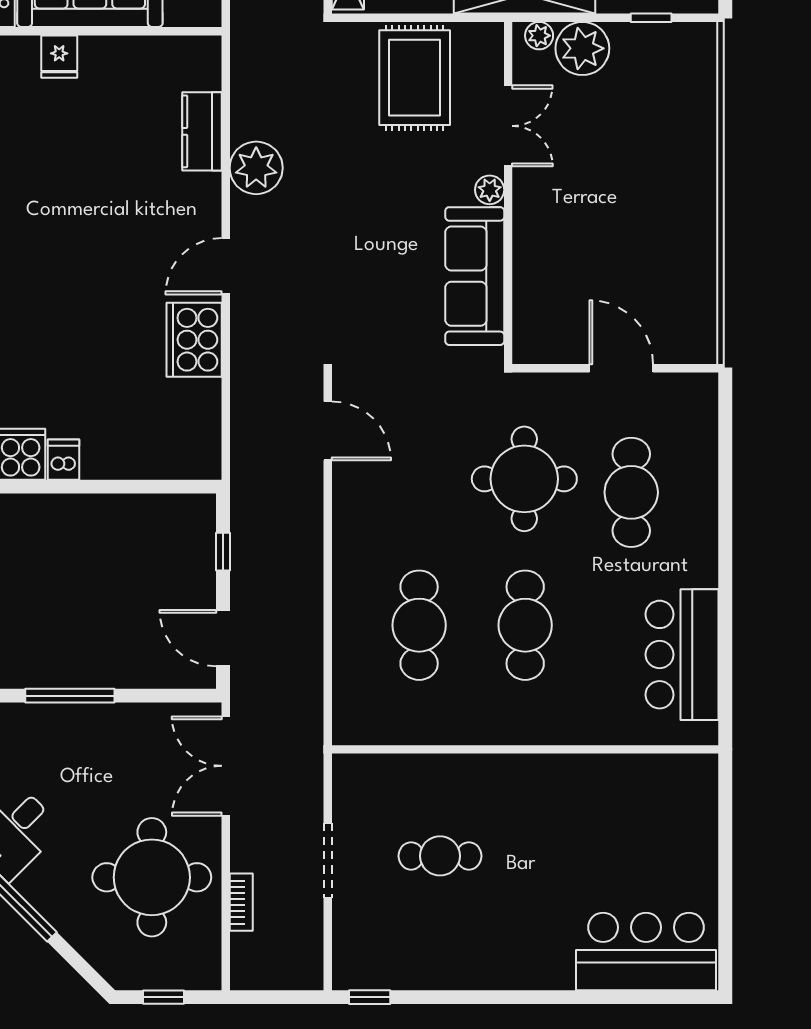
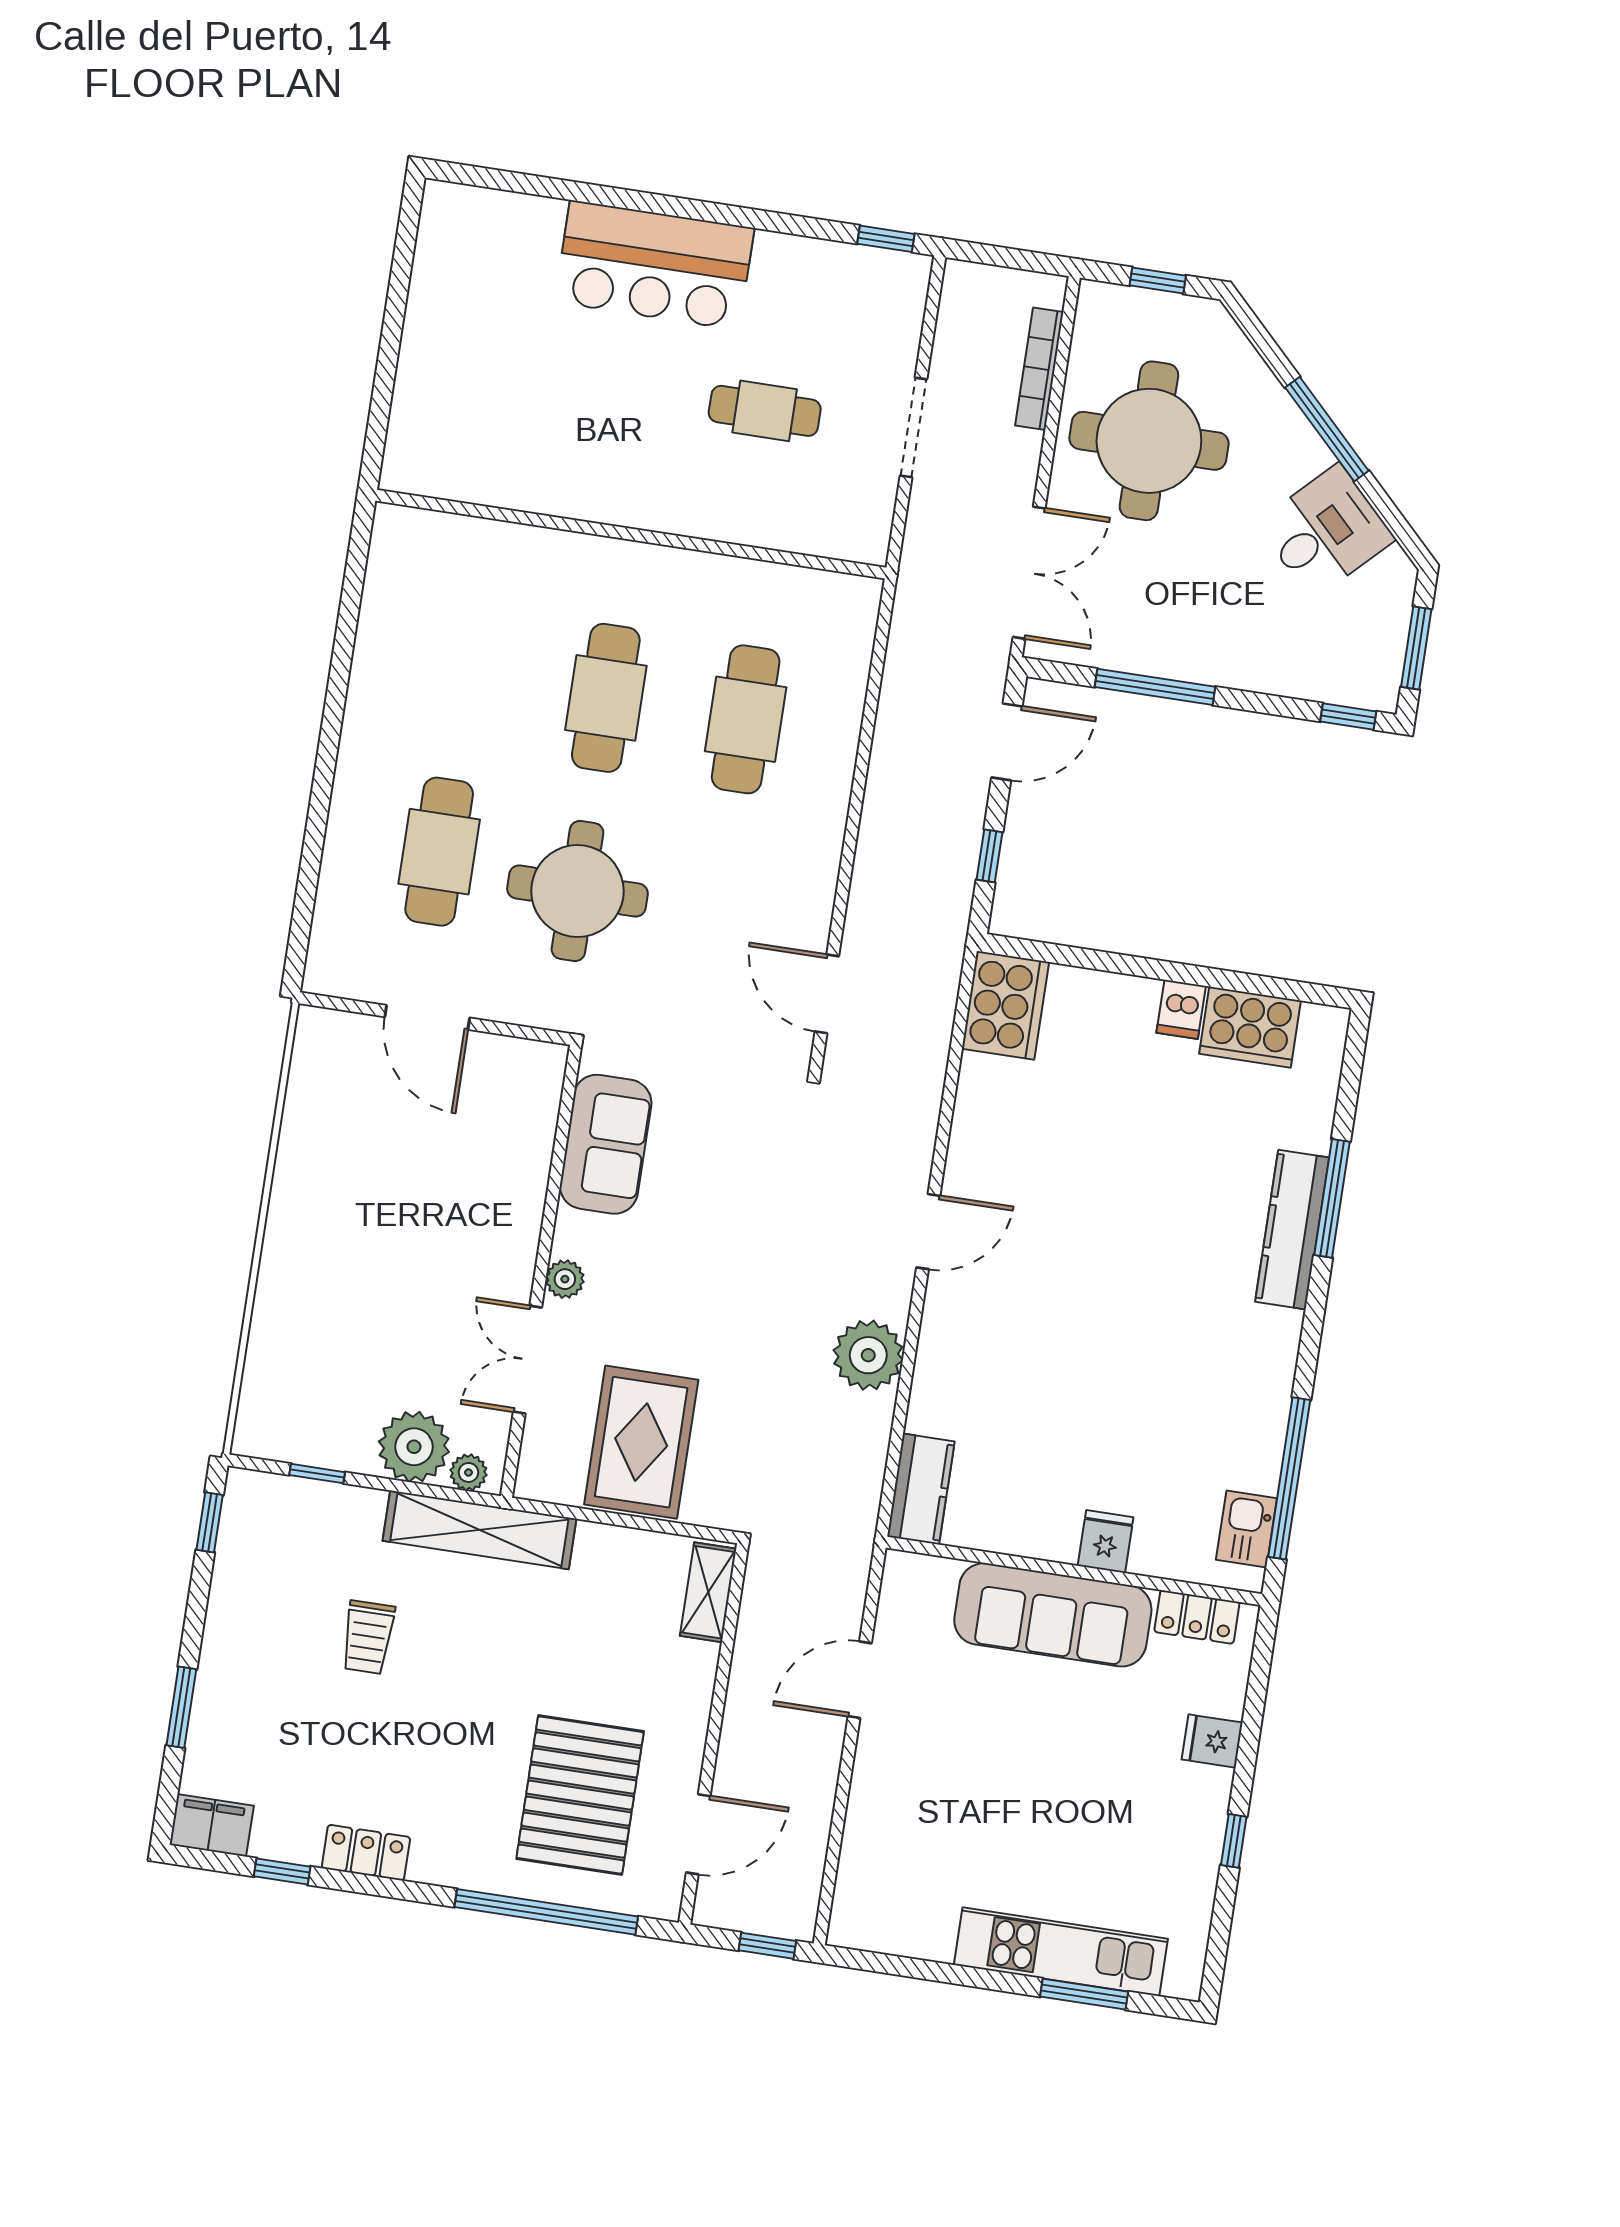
kitchen counter: (202, 131) -> (921, 1489), moved
sofa: (475, 276) -> (606, 1144), width x0.73
cooker: (194, 340) -> (1005, 1005), moved
door: (223, 638) -> (1007, 742), hinge flipped
bar counter: (682, 655) -> (405, 628), removed
window: (70, 696) -> (1155, 687), moved
bookcase: (241, 902) -> (1039, 369), width x1.56
bar counter: (646, 951) -> (655, 265), moved

